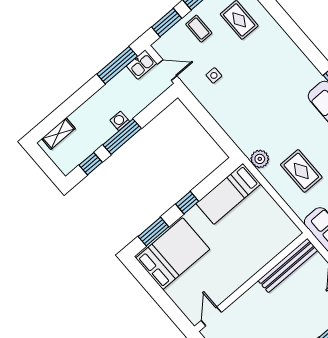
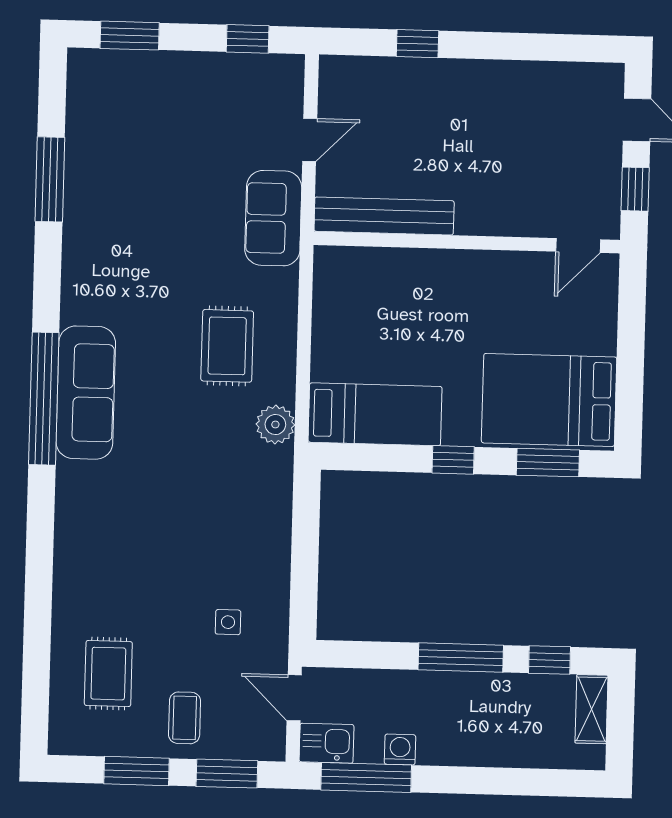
washing machine: (120, 121) -> (400, 750), moved, turned 180
shelving: (58, 134) -> (591, 709), moved, turned 90

